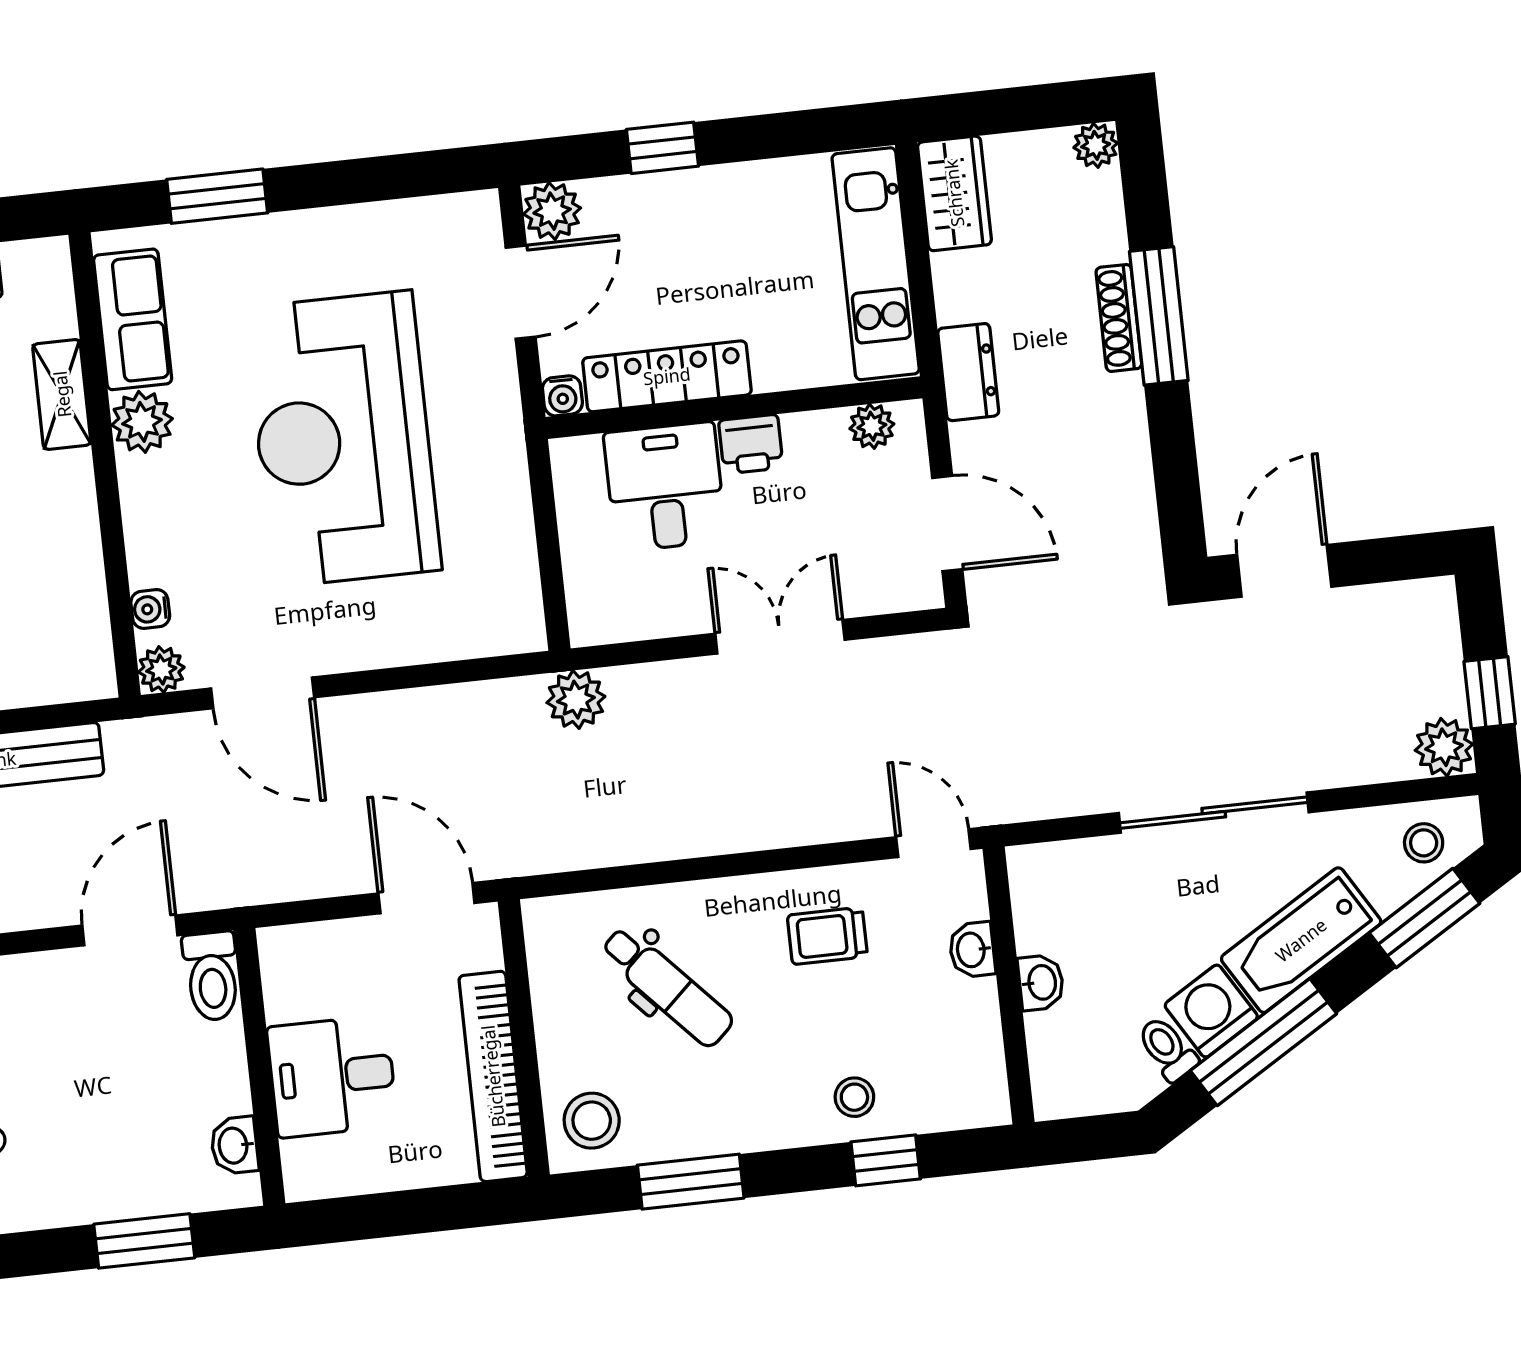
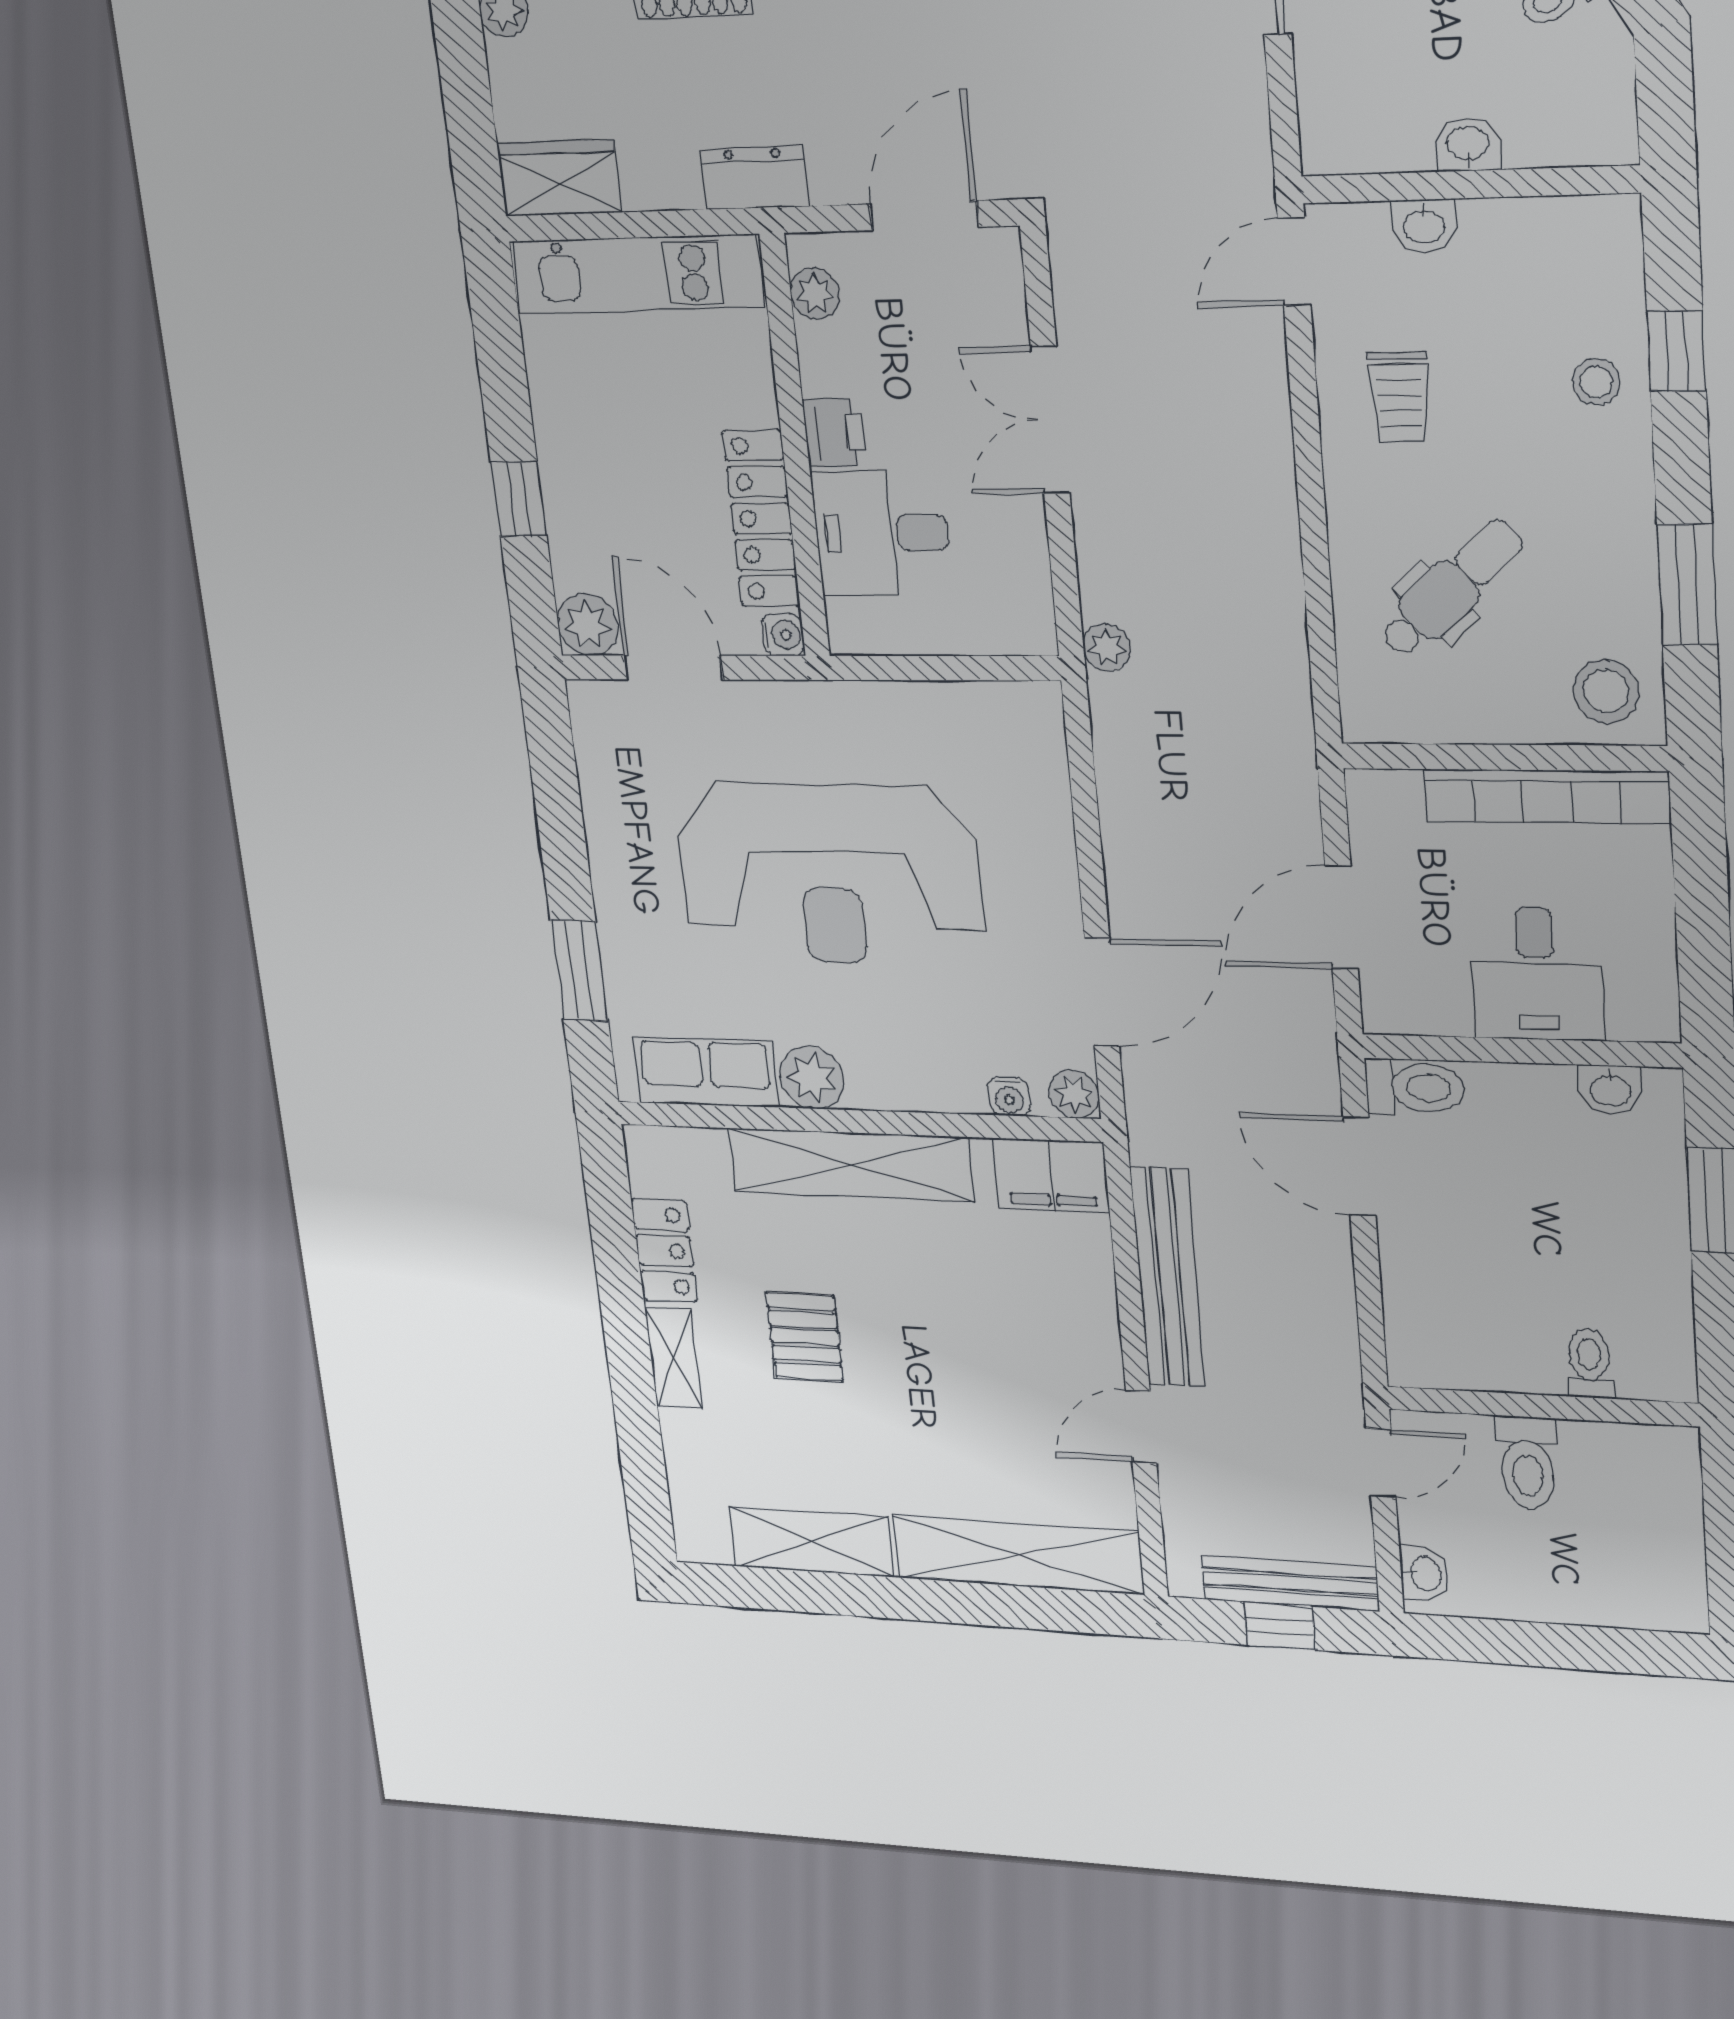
shelving: (62, 394) -> (850, 1165), width x2.20, depth x1.33
filing cabinet: (79, 650) -> (1051, 1175), added
plant: (576, 700) -> (1107, 647), width x0.73, depth x0.73
door: (426, 898) -> (1341, 917), moved

